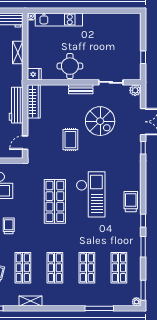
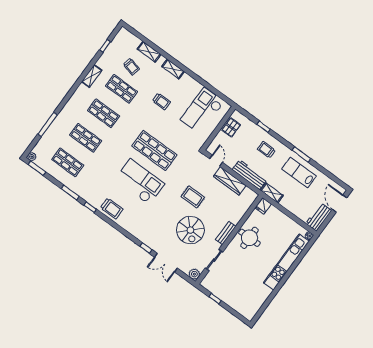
kitchen unit: (59, 20) -> (286, 262), width x1.36
shelving: (18, 53) -> (272, 193), moved
wardrobe: (34, 101) -> (230, 181), moved
spiral stairs: (100, 121) -> (190, 230), turned -90
checkout: (91, 194) -> (140, 182), turned 180

